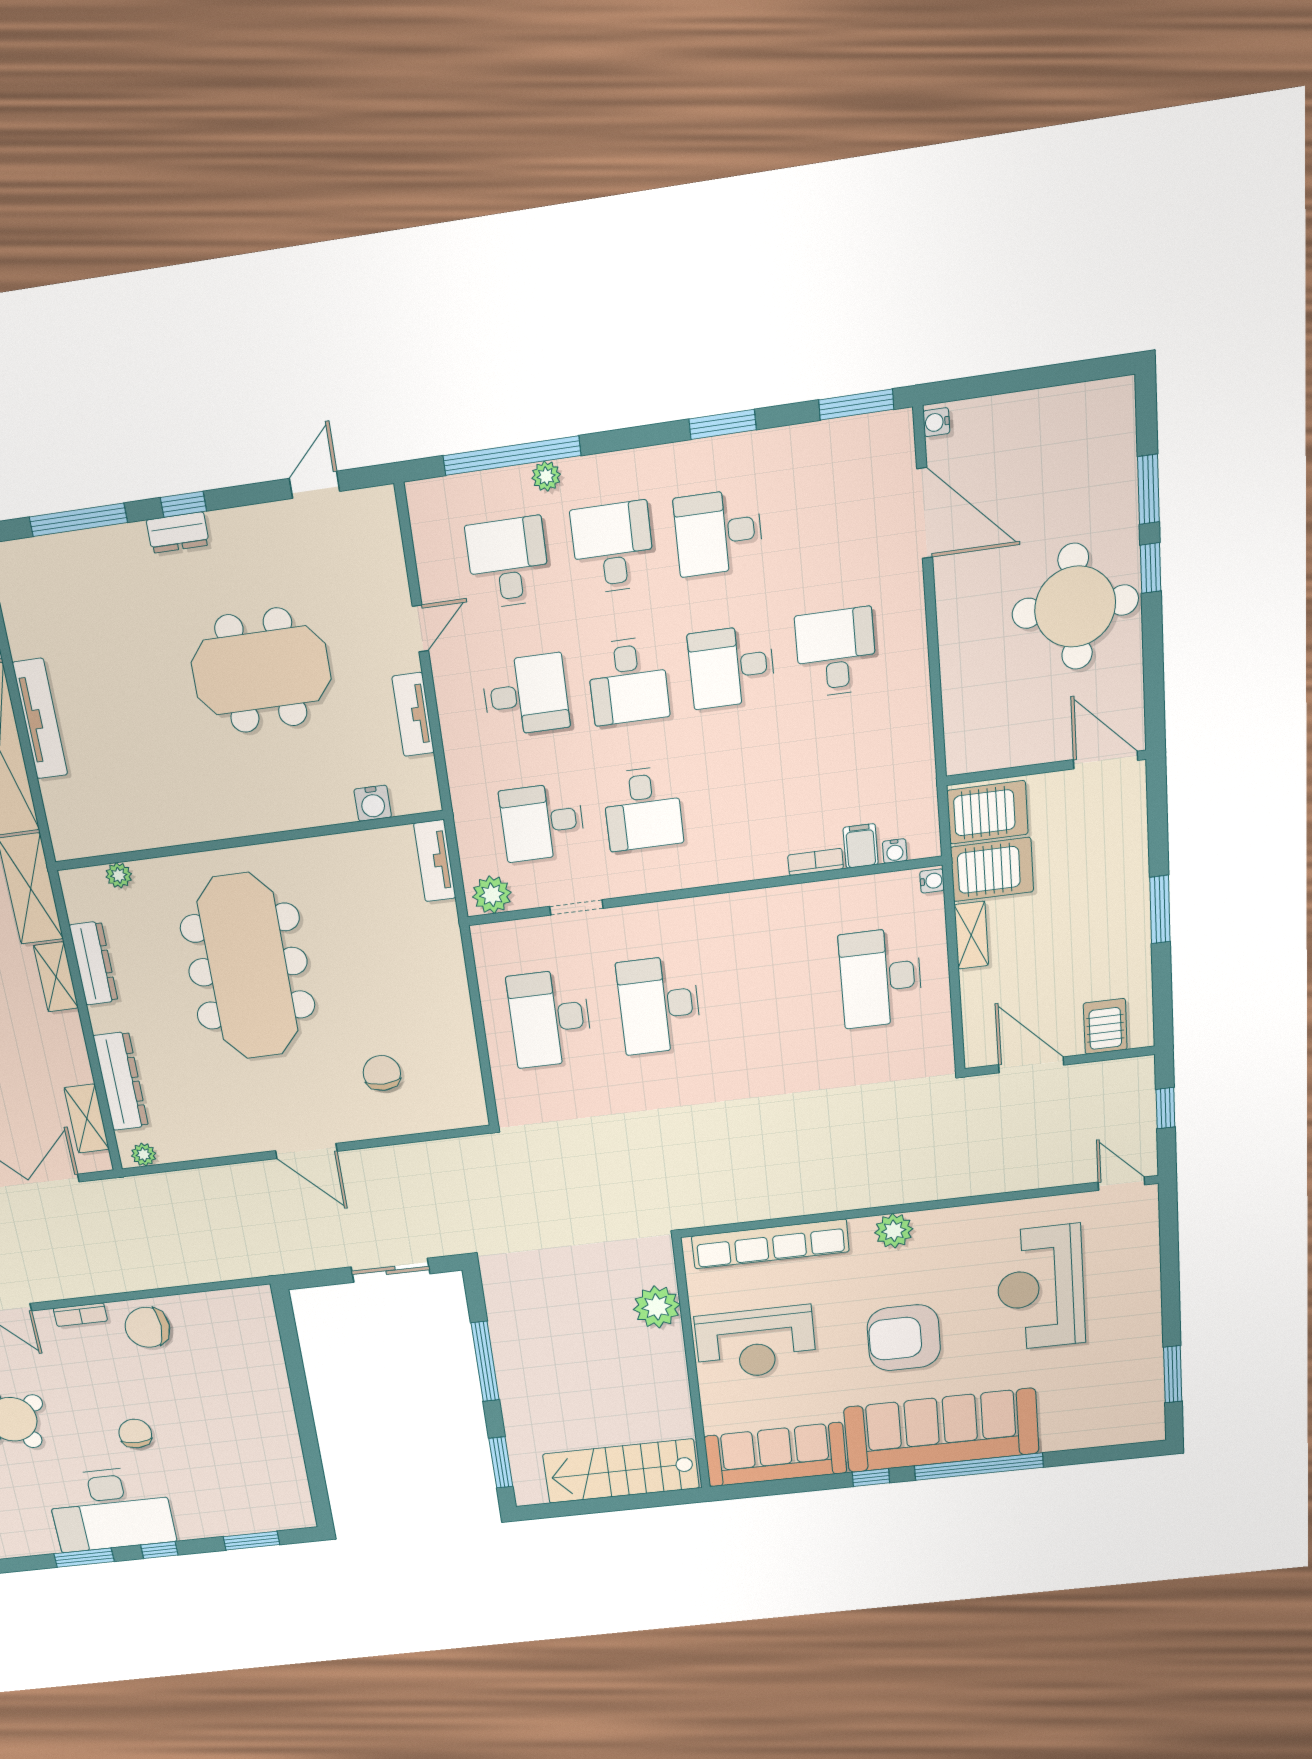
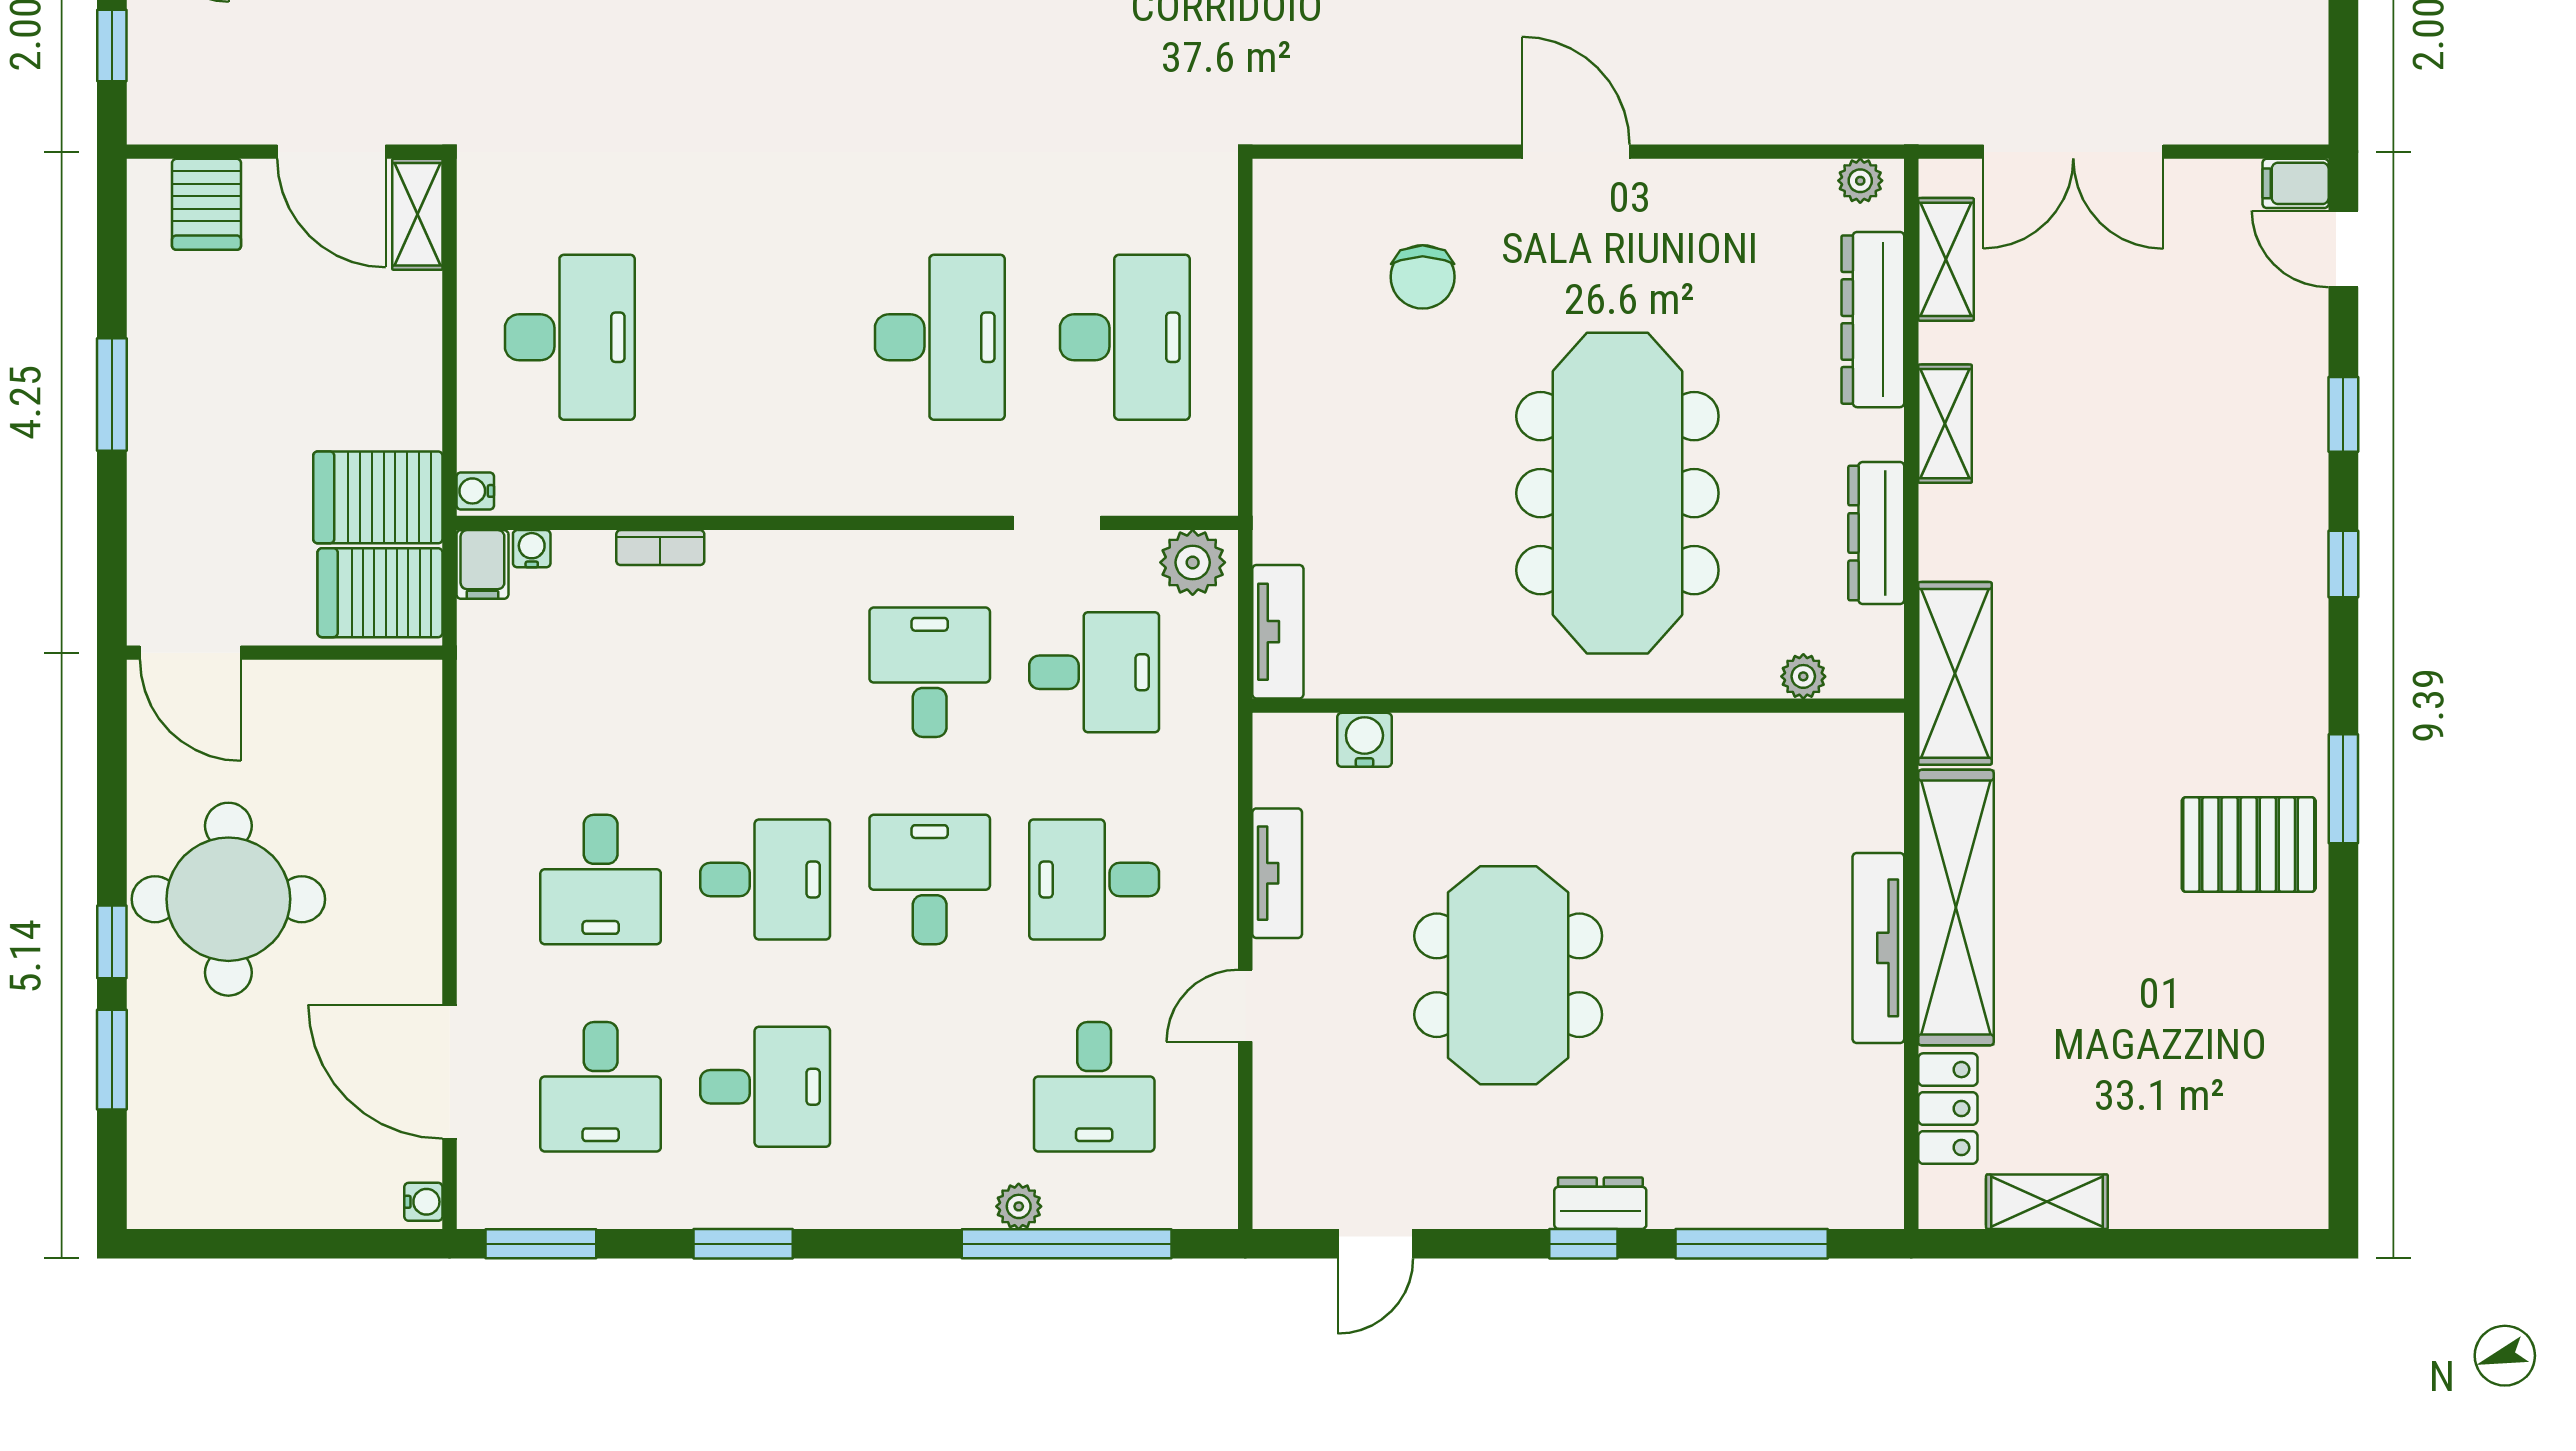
desk: (613, 548) -> (601, 1087), moved
meeting table: (261, 671) -> (1508, 975), turned 90
filing cabinet: (861, 846) -> (482, 564), moved
shelving: (971, 935) -> (417, 214), moved
shelving: (56, 977) -> (1945, 424), moved

